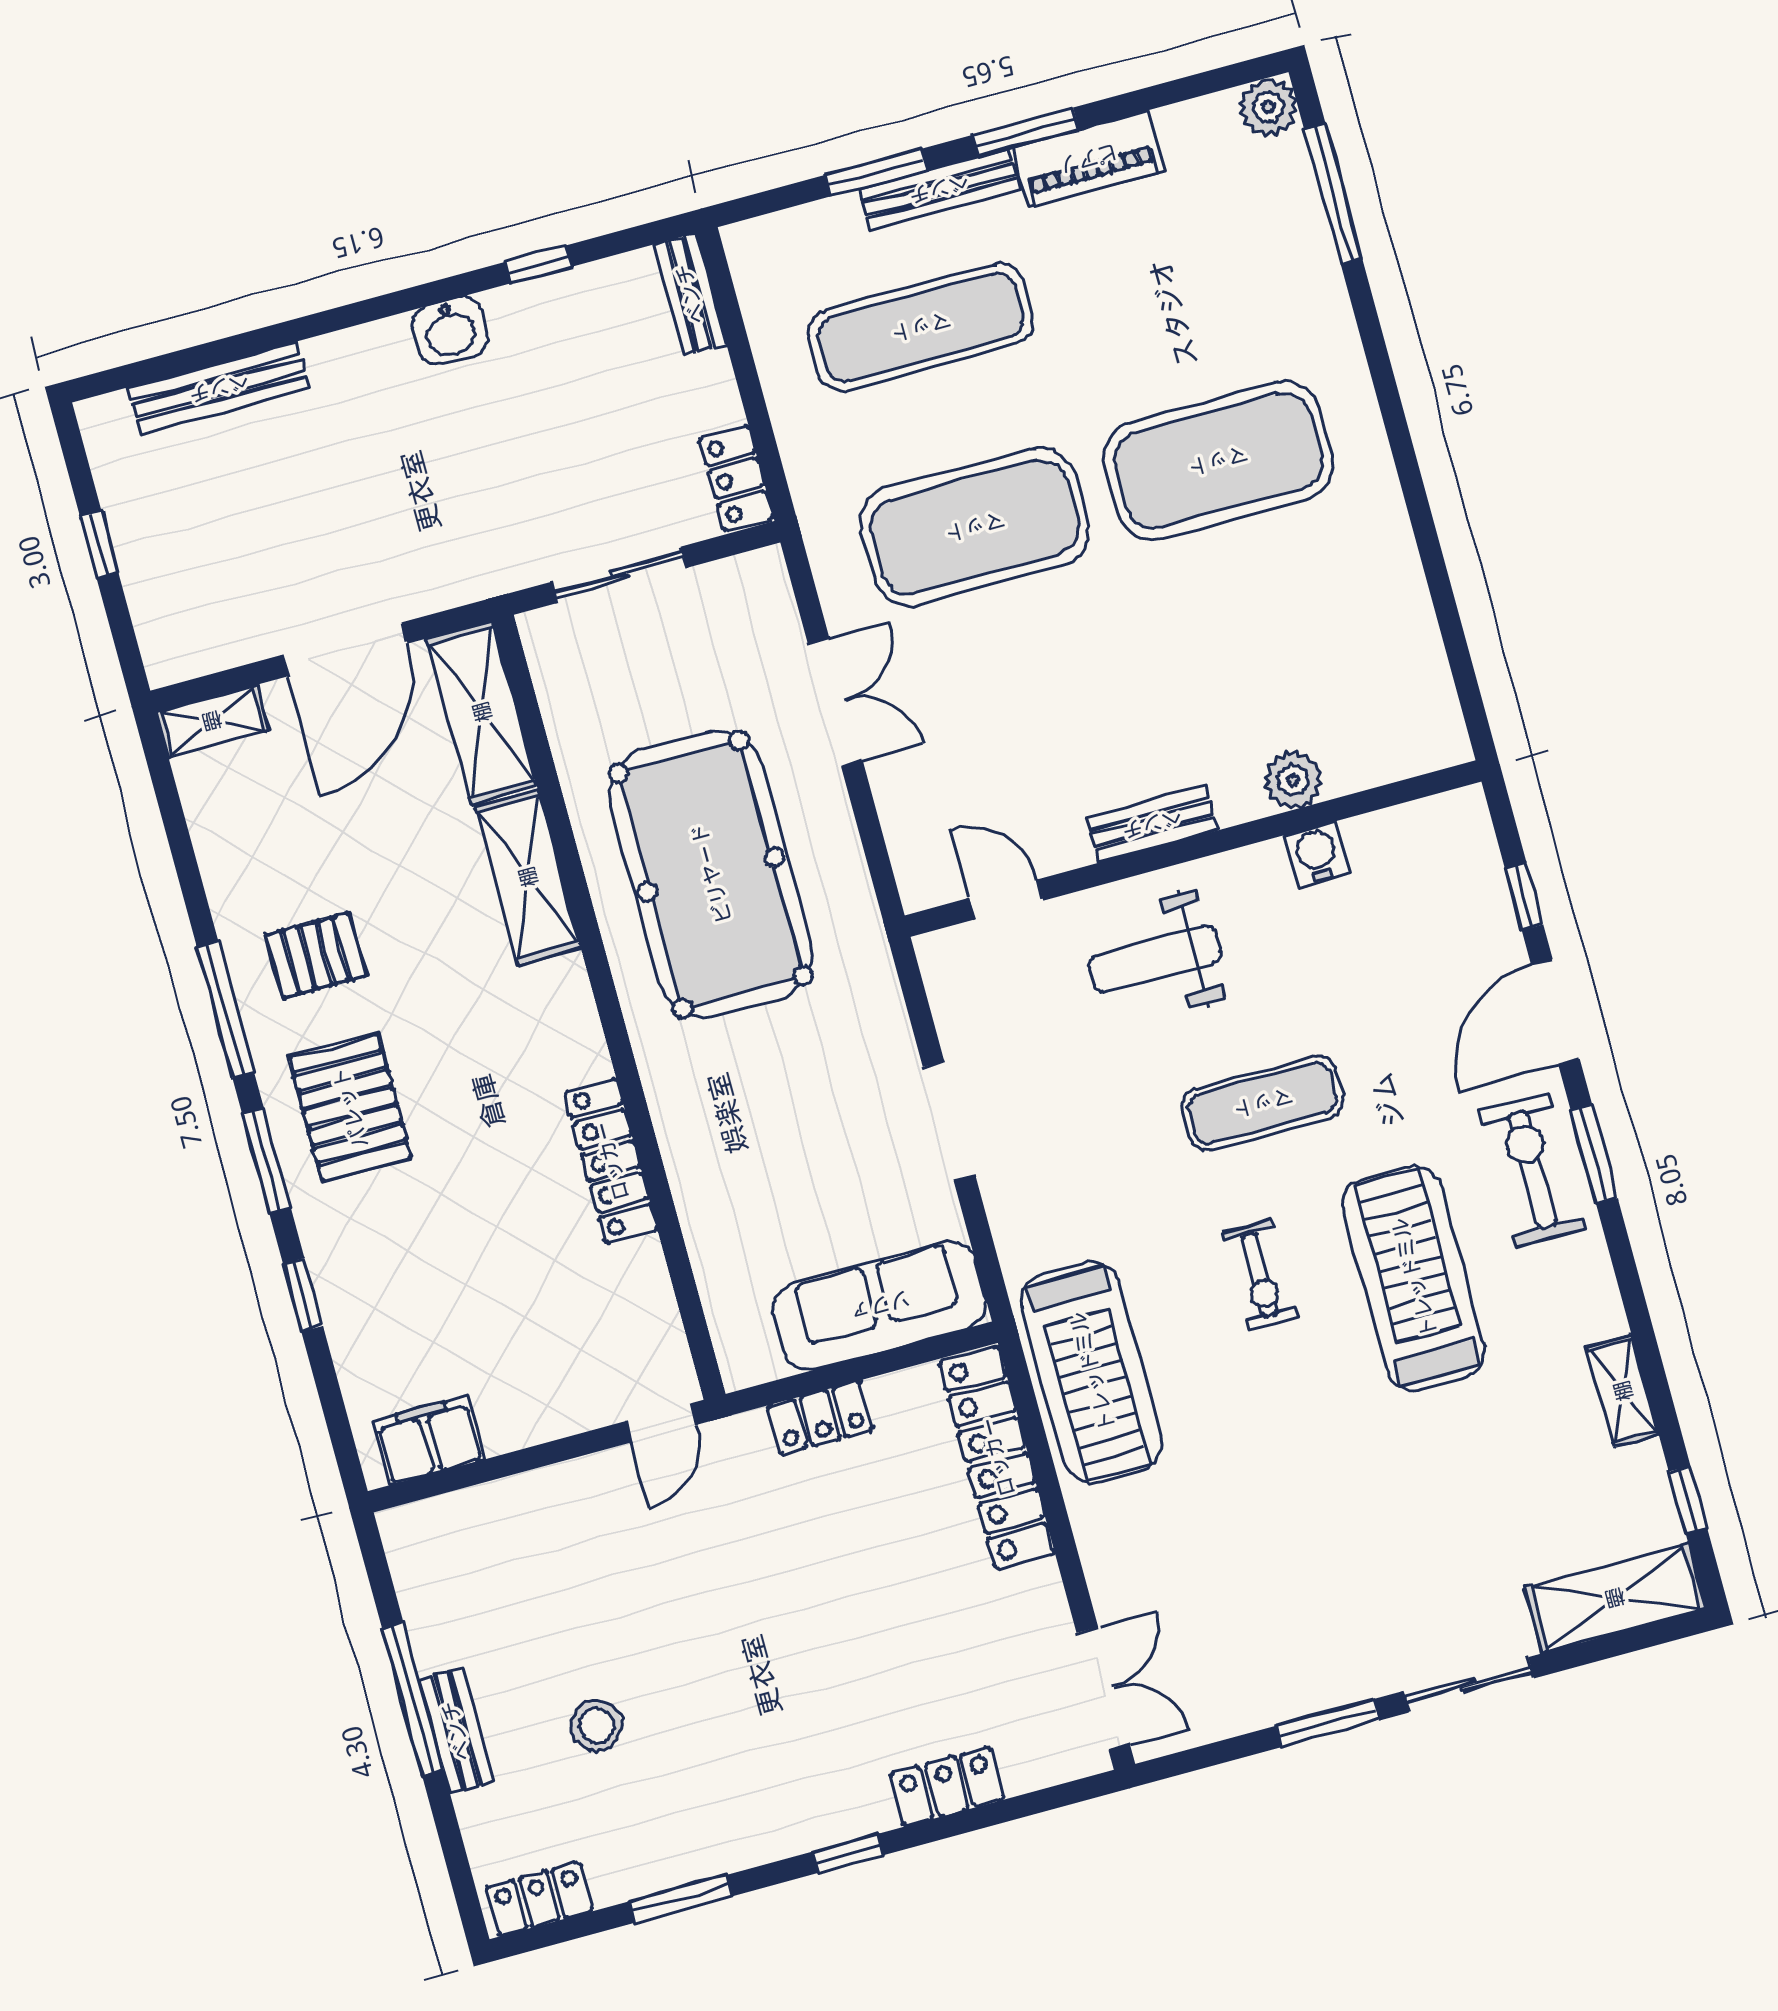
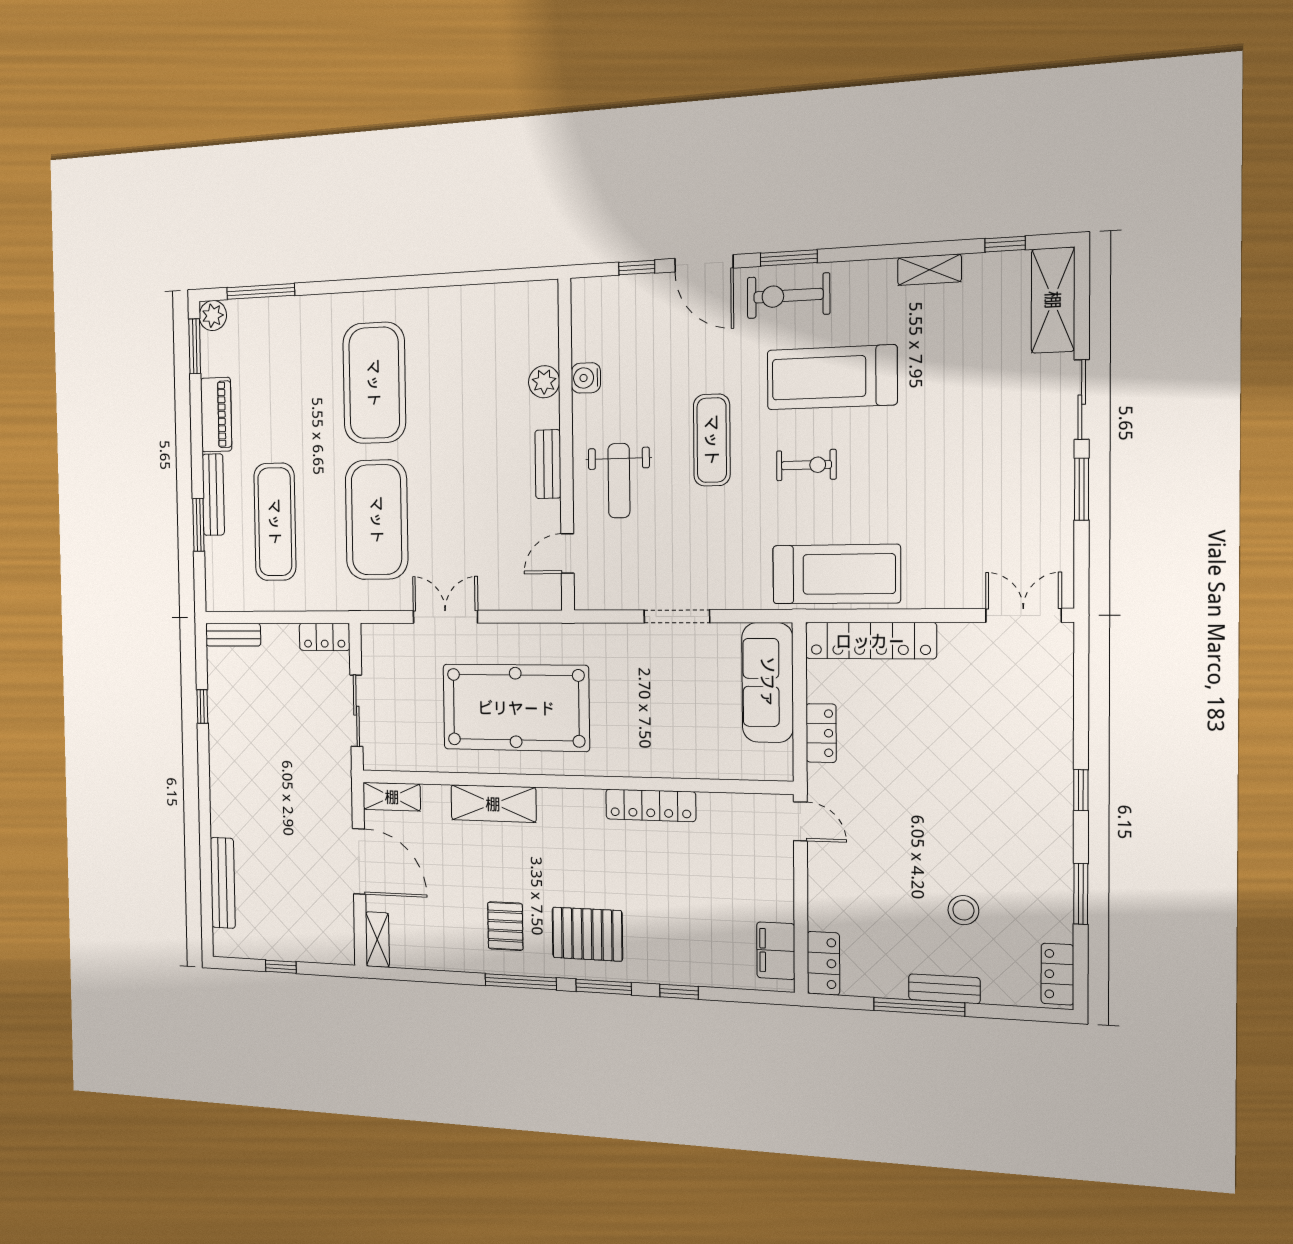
window: (1026, 132) -> (195, 346), moved
washbasin: (450, 331) -> (223, 760), removed
shelving: (482, 712) -> (392, 797), width x0.67, depth x0.75
locker: (947, 1786) -> (823, 963), moved, turned 180

